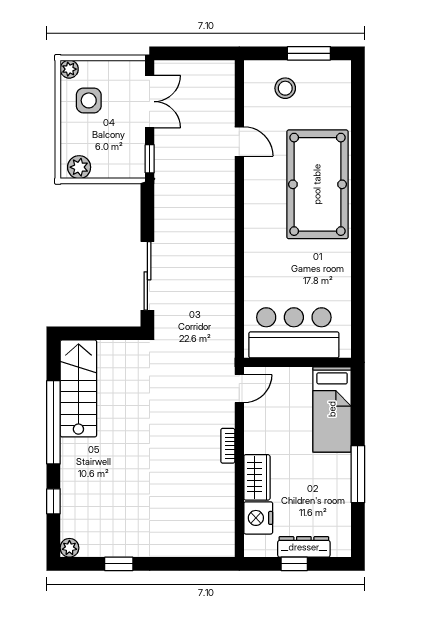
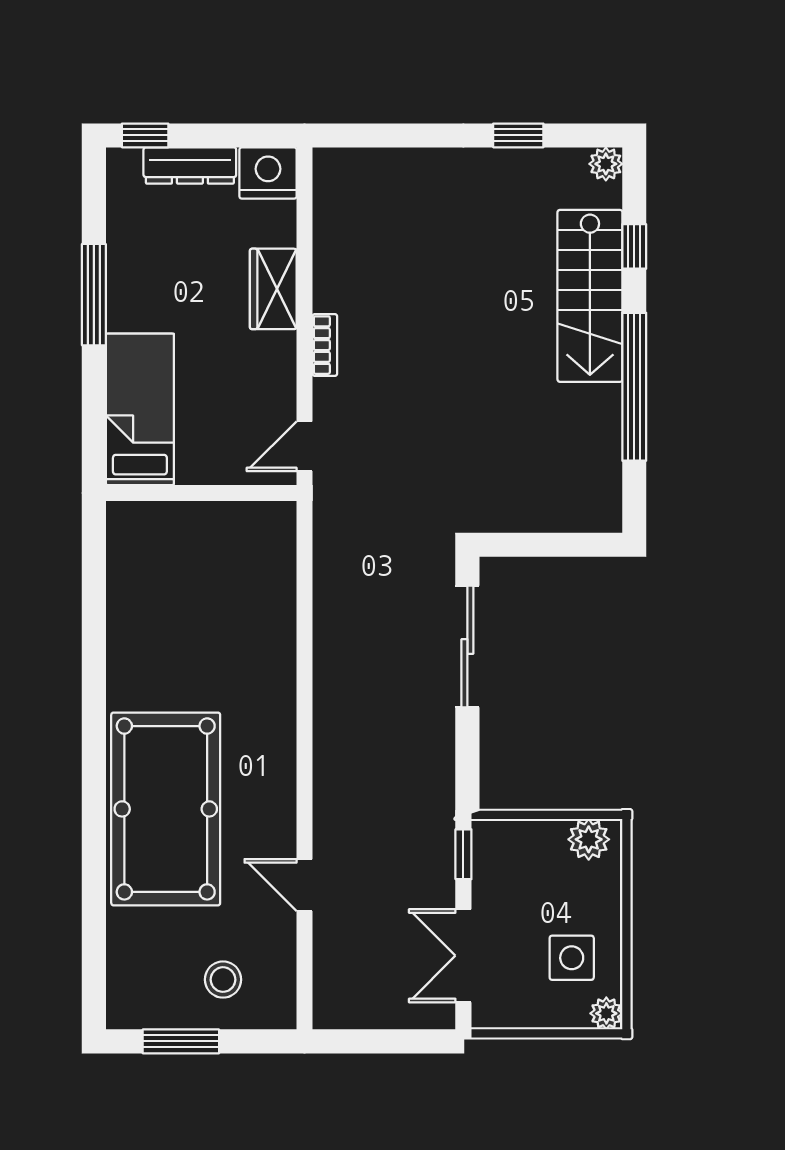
bar counter: (294, 333) -> (208, 545), removed
stairs: (78, 388) -> (590, 296), moved
nightstand: (258, 518) -> (268, 173), moved, turned -90
window: (294, 564) -> (145, 135), moved

